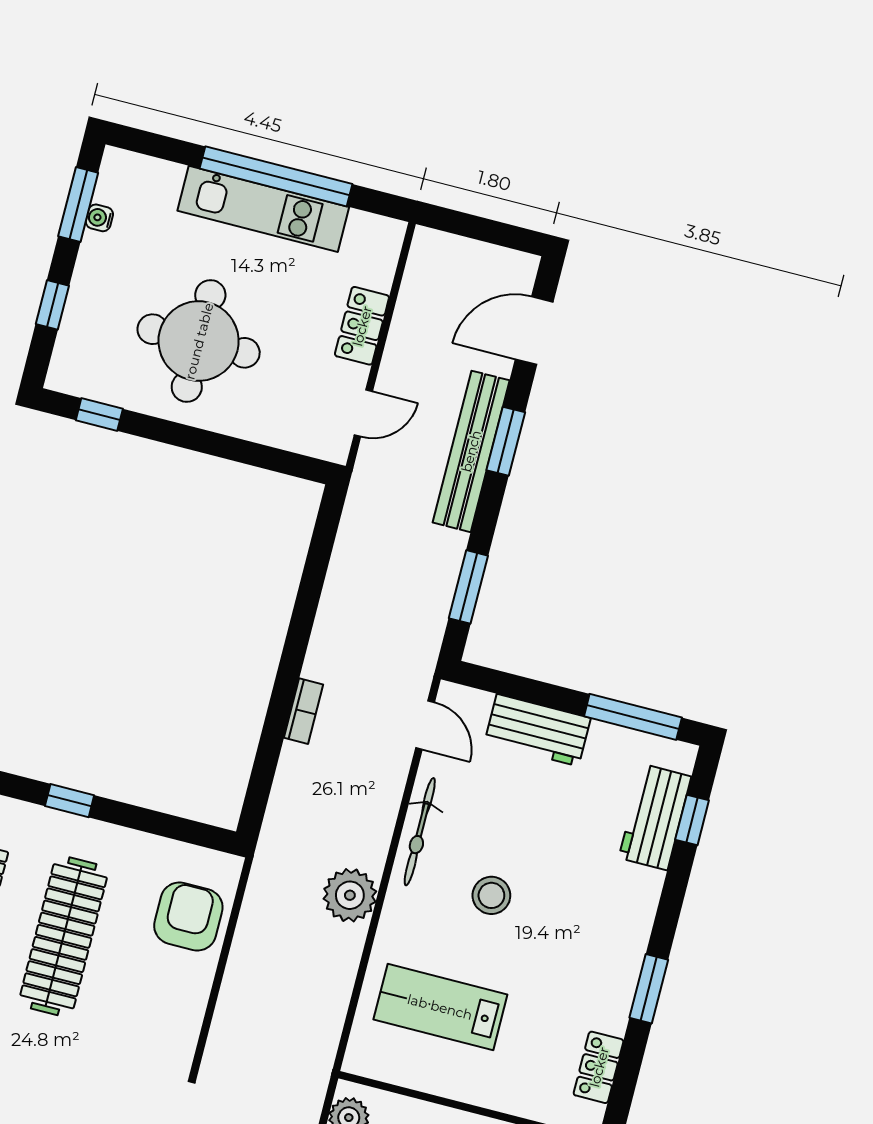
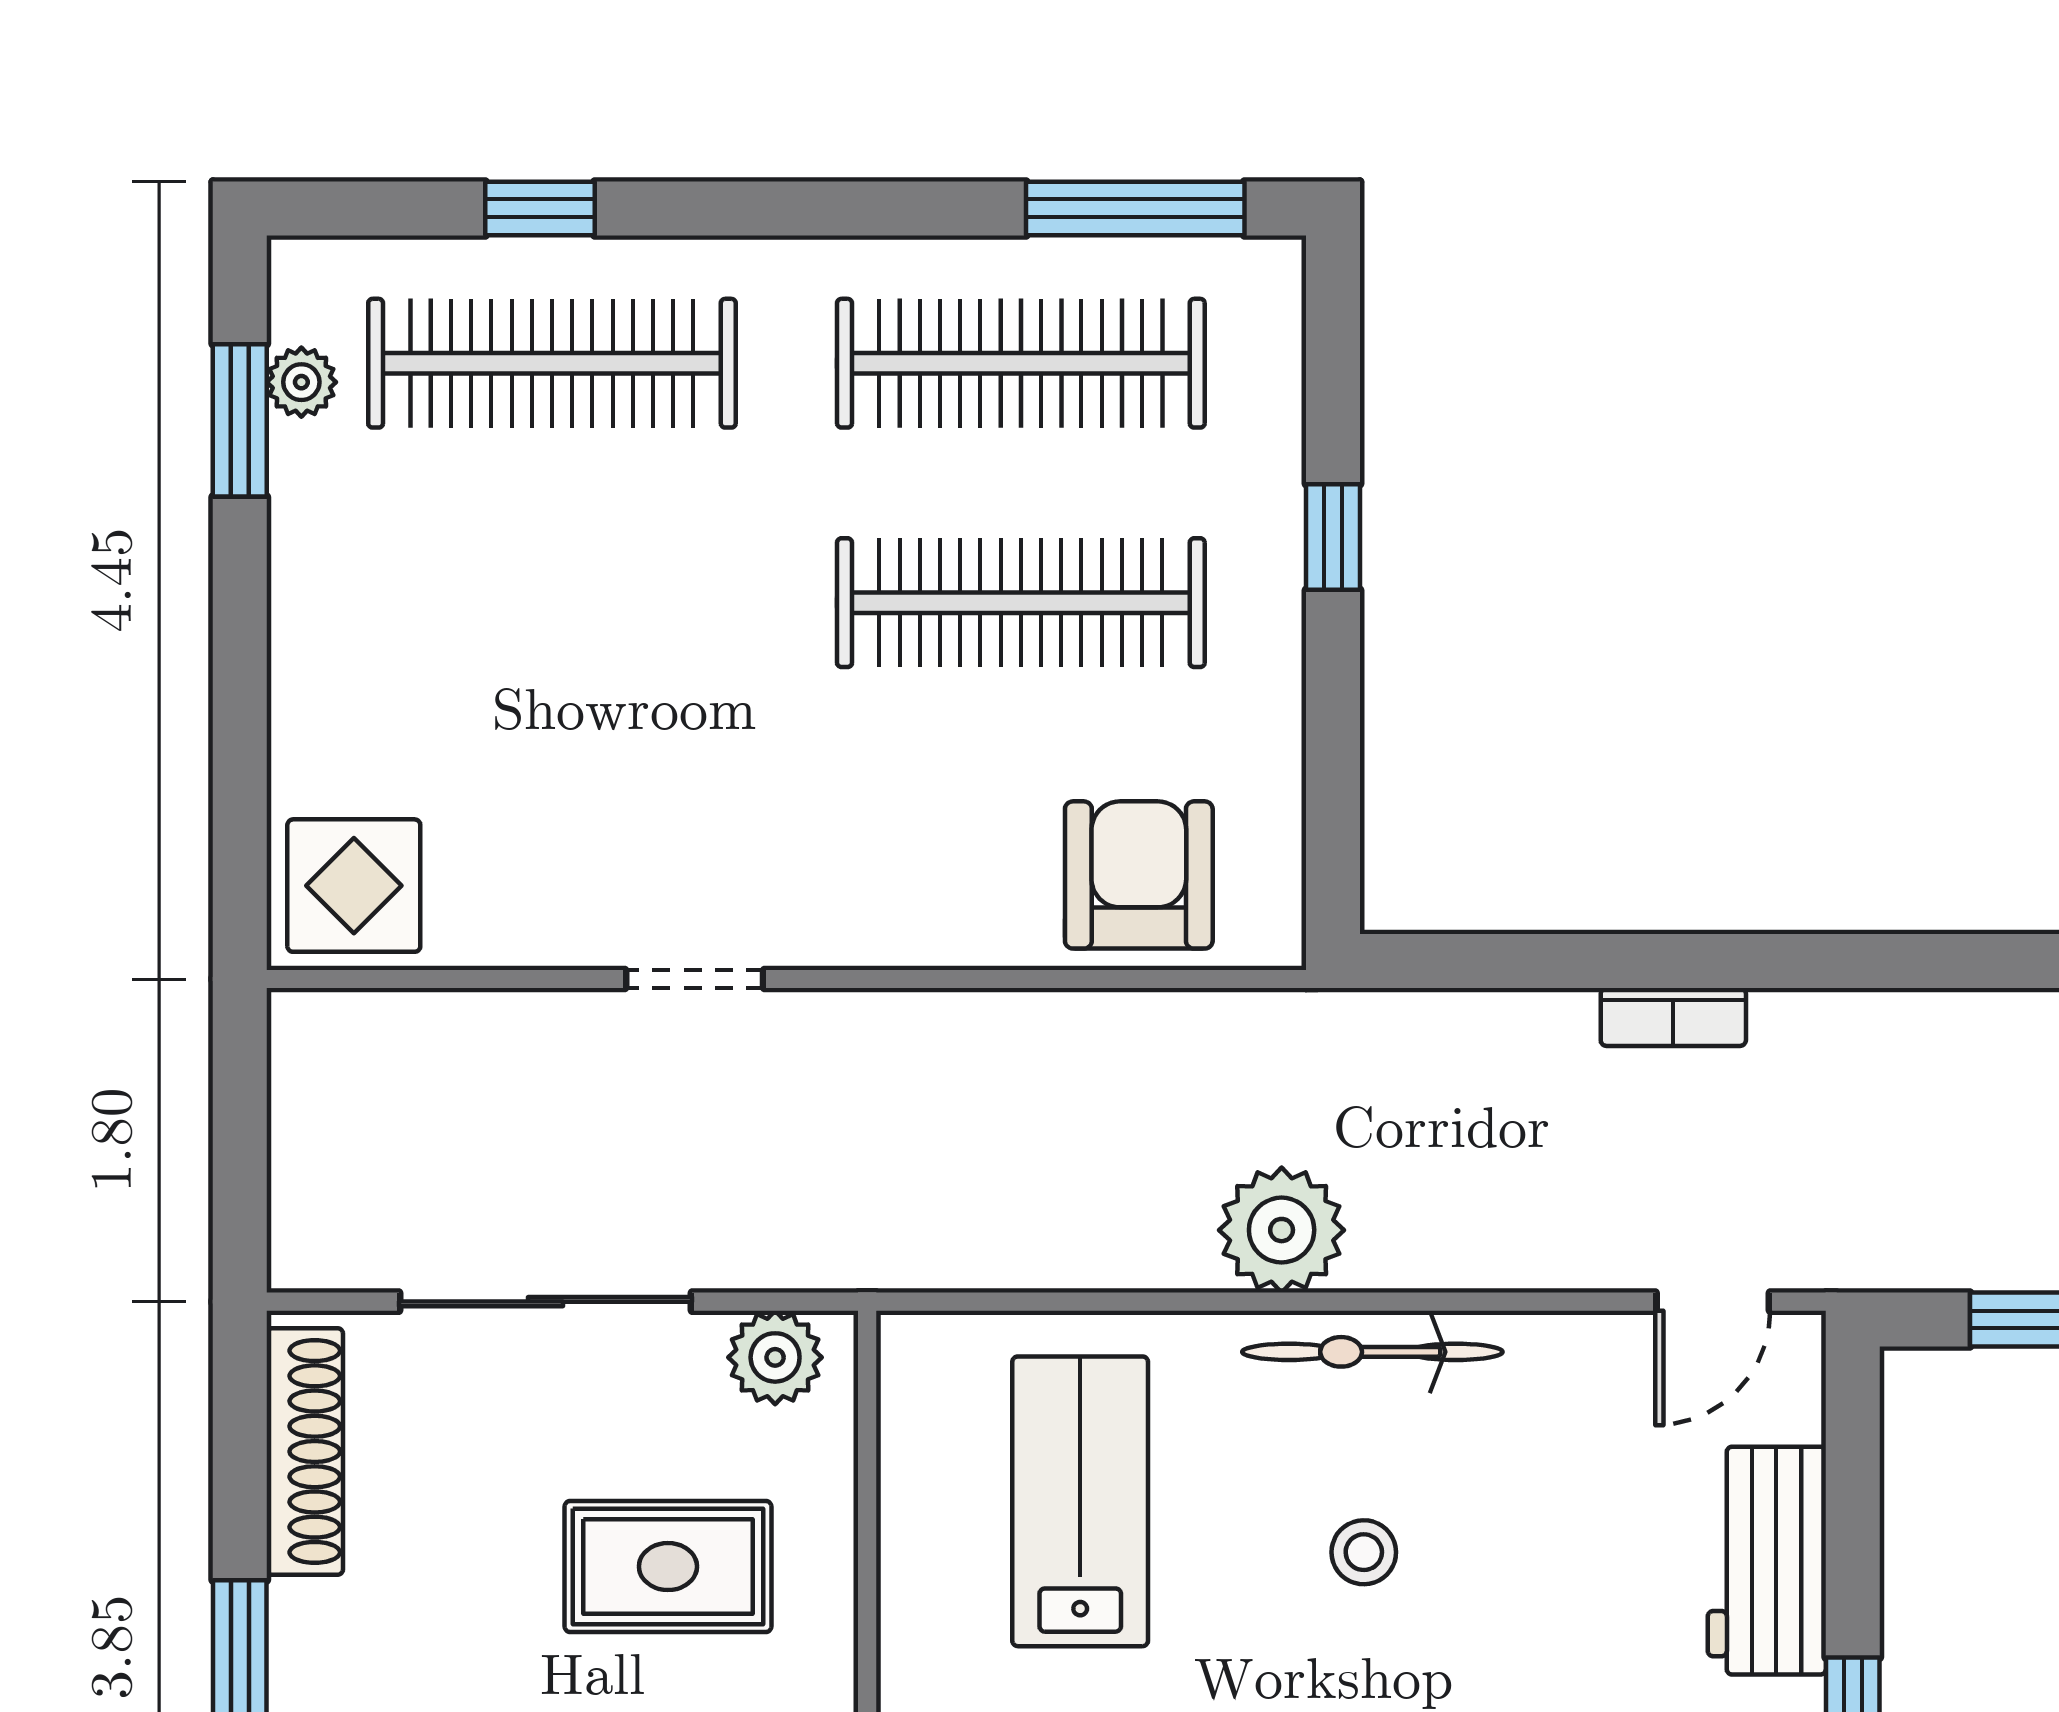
bicycle: (420, 832) -> (1372, 1352), moved
stool: (491, 895) -> (1364, 1552), width x0.73, depth x0.73
armchair: (188, 916) -> (1139, 875), turned -90

